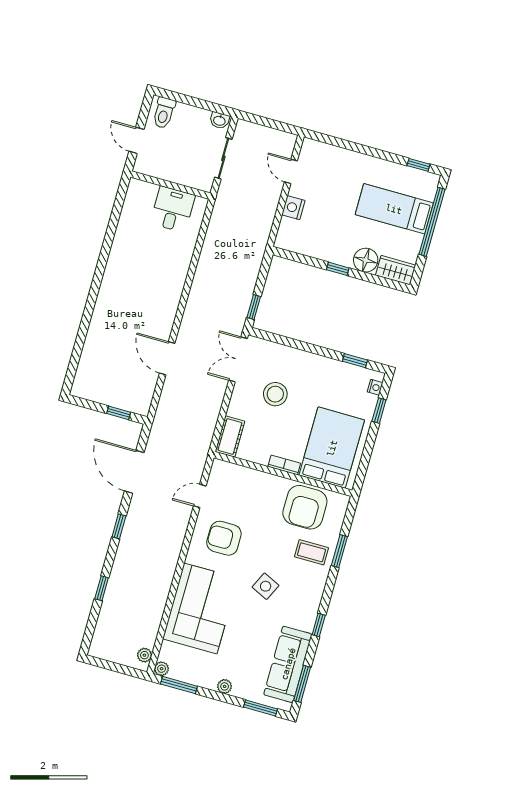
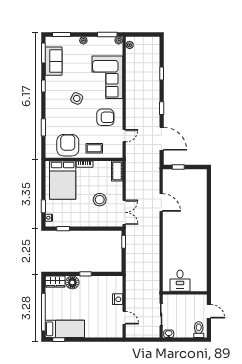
bed: (394, 209) -> (65, 329), moved
coffee table: (311, 552) -> (94, 148), moved
sofa: (288, 664) -> (54, 61), width x0.73

